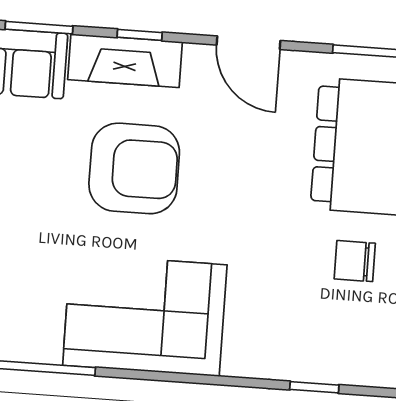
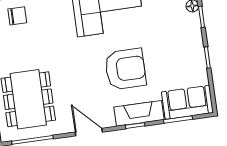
armchair: (134, 168) -> (125, 69), turned 180
chair: (355, 261) -> (17, 16), moved

